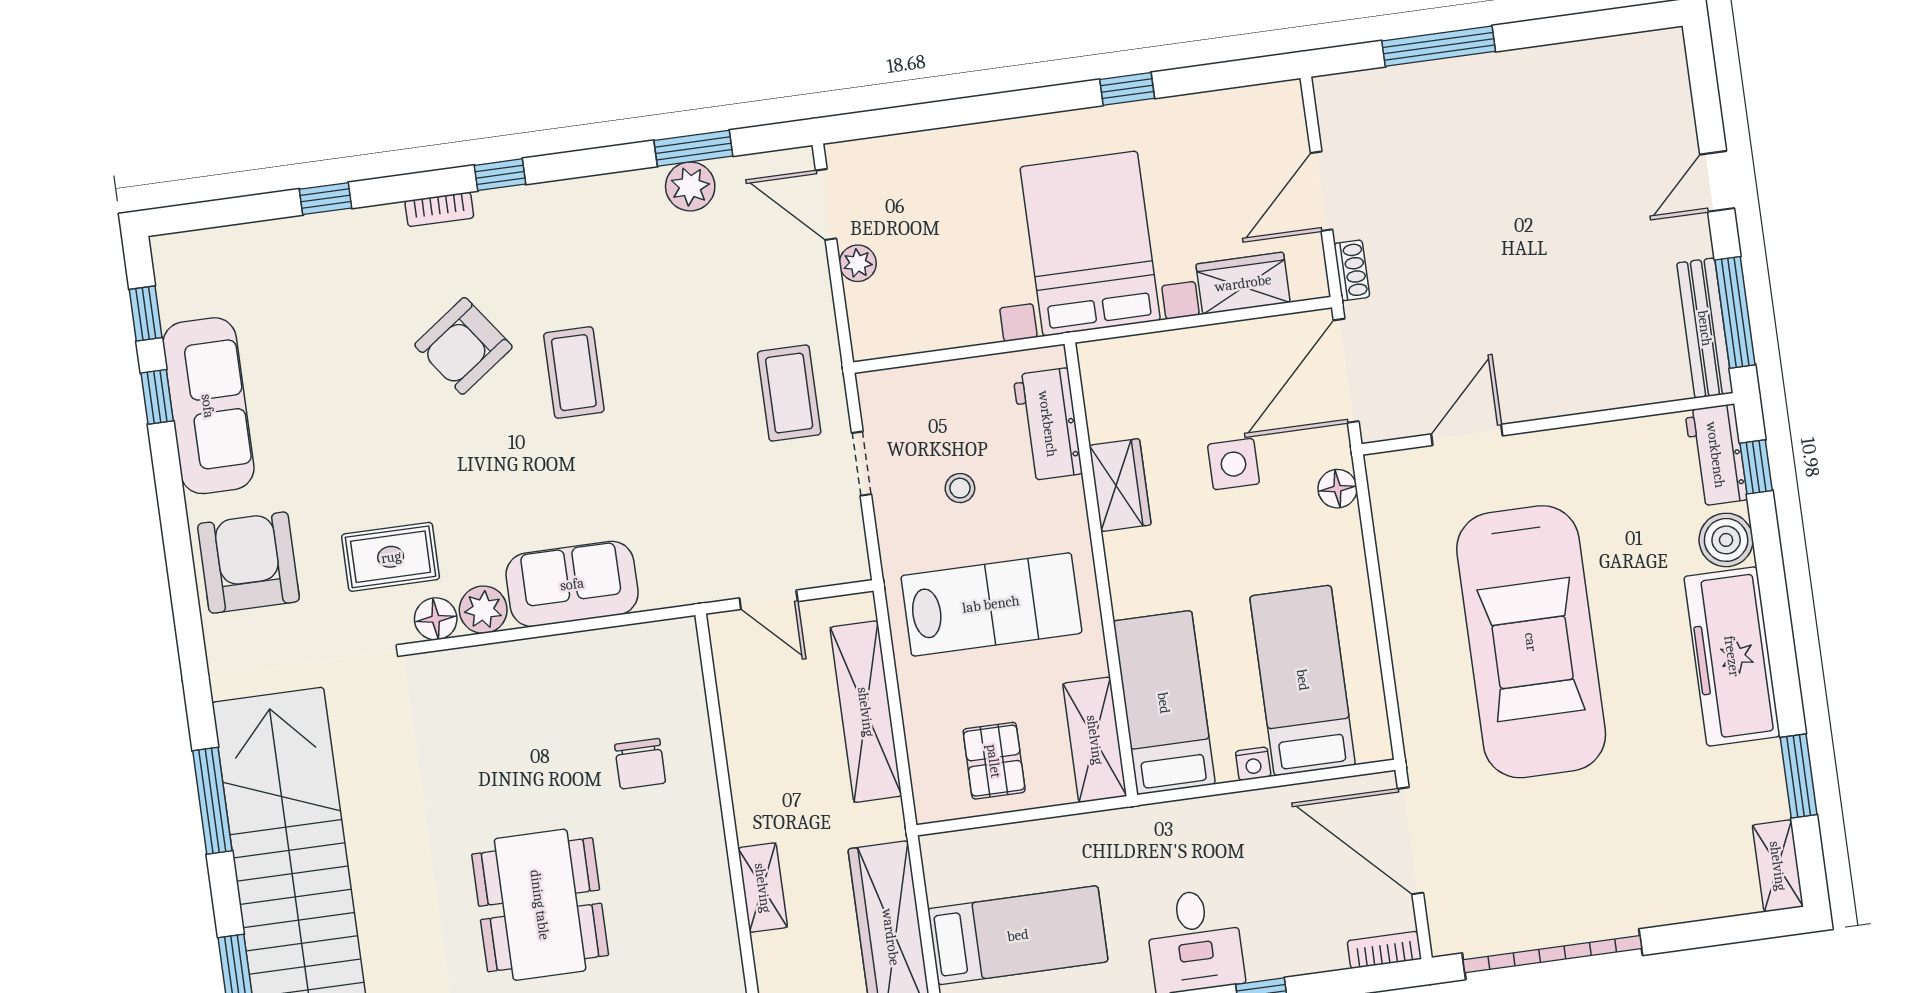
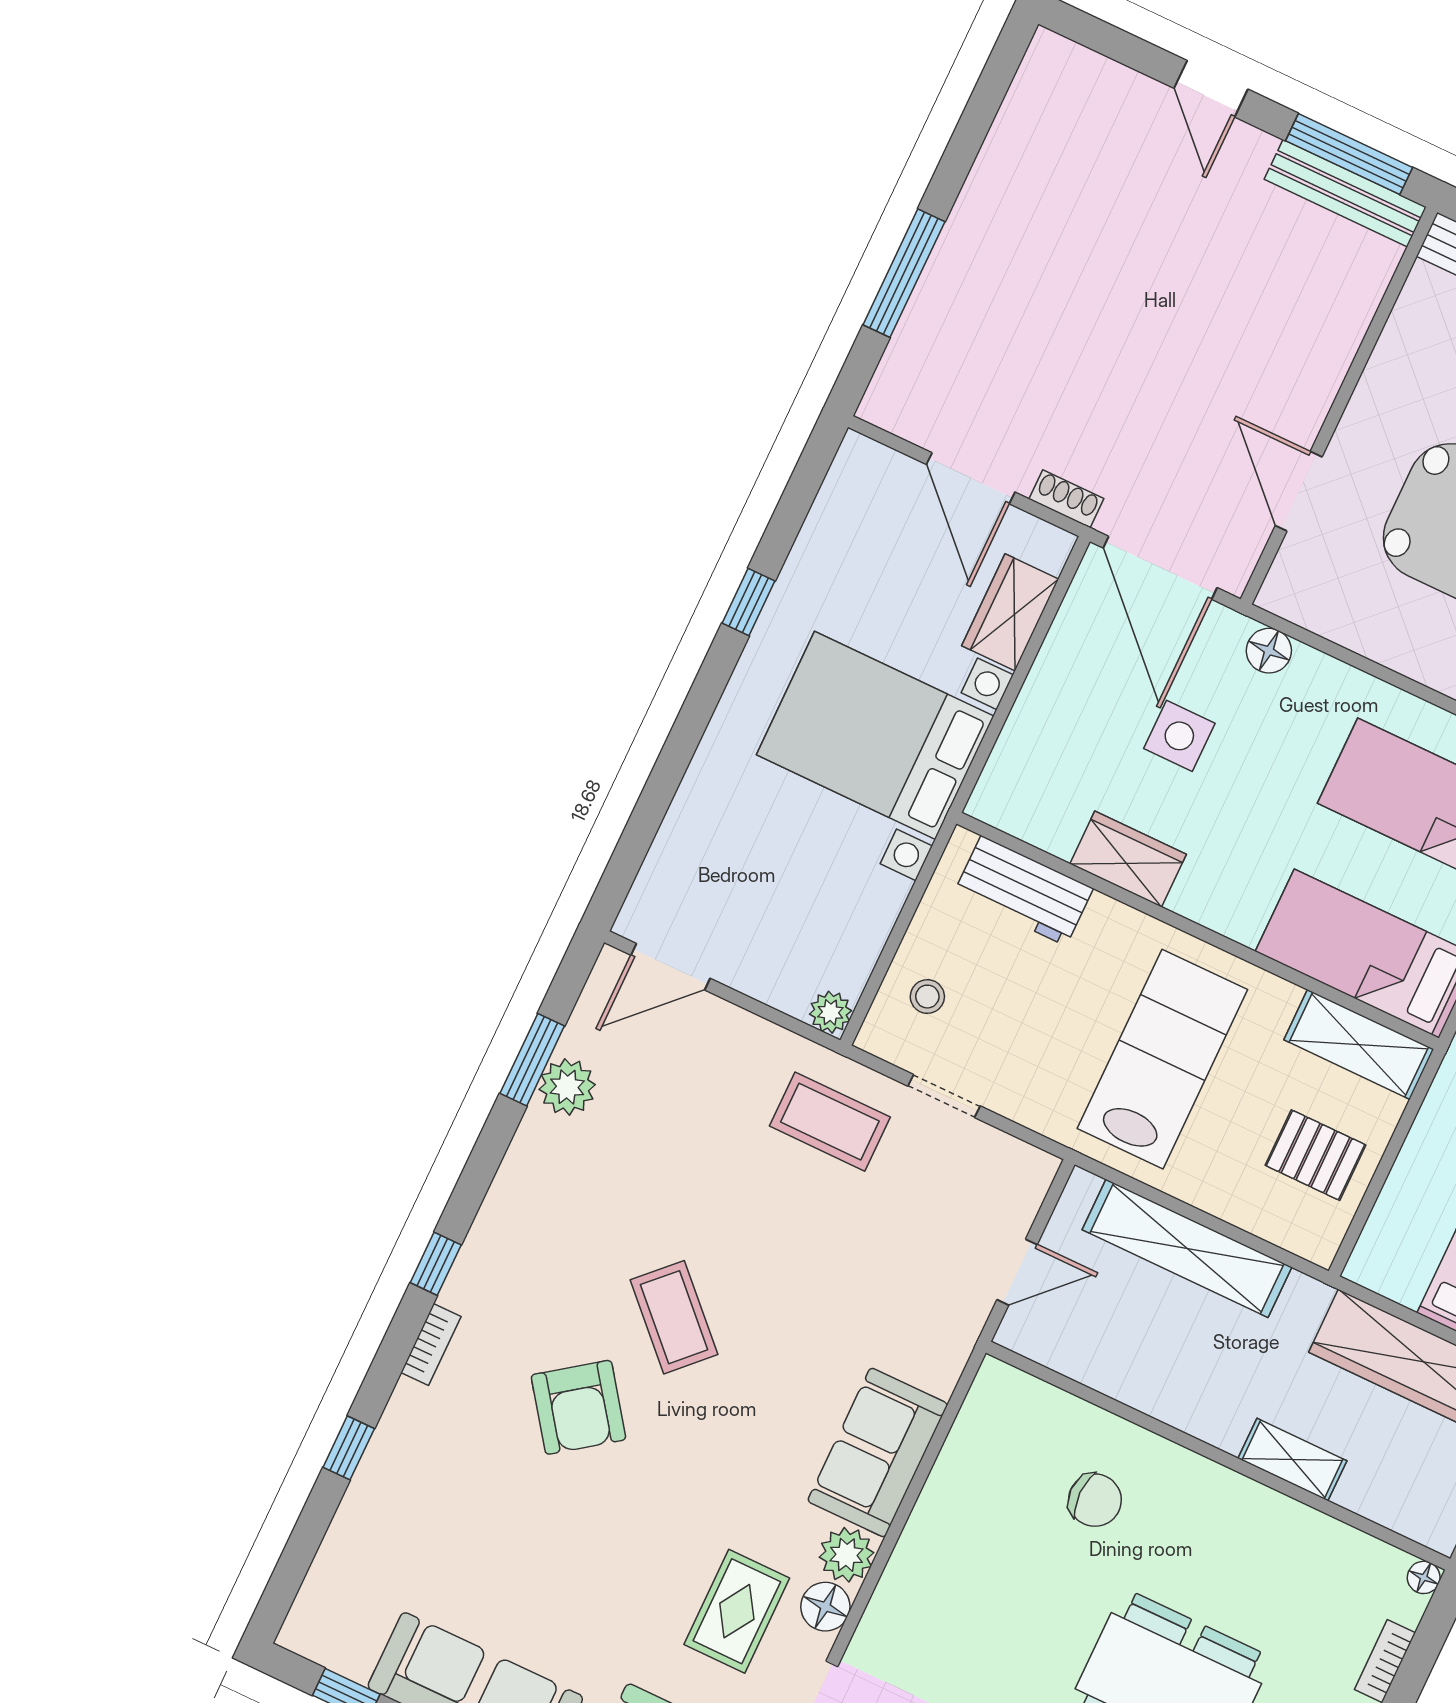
plant: (858, 263) -> (830, 1012), moved
coffee table: (574, 373) -> (674, 1317), turned 45
stool: (960, 488) -> (927, 997), moved

